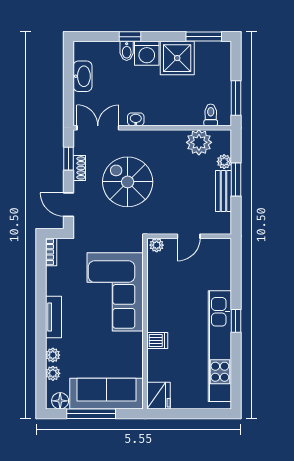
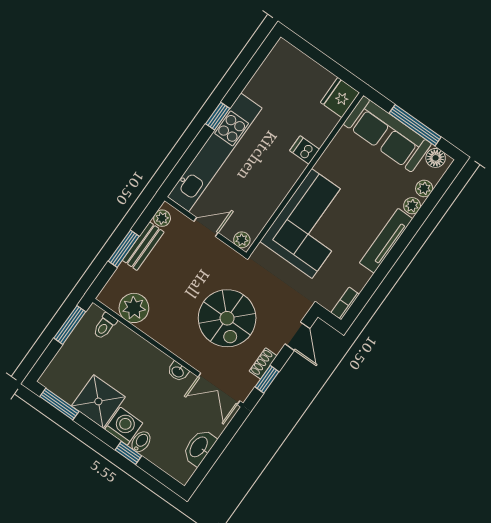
plant: (224, 162) -> (162, 218), moved
tv unit: (53, 317) -> (386, 241), width x1.41
kitchen unit: (220, 346) -> (215, 152), moved

